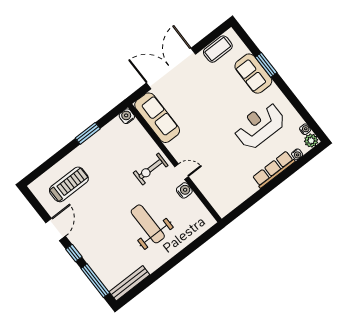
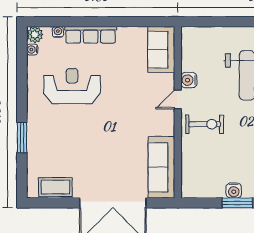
sofa: (253, 74) -> (161, 50), moved, turned 180
water cooler: (127, 116) -> (234, 191), moved
reception desk: (259, 125) -> (72, 86), turned 180
door: (182, 172) -> (178, 99), hinge flipped

